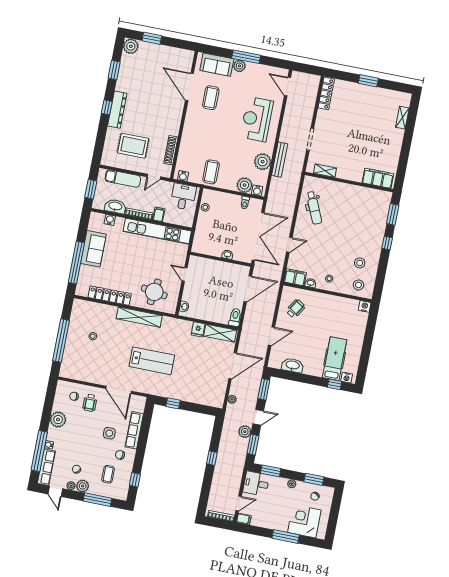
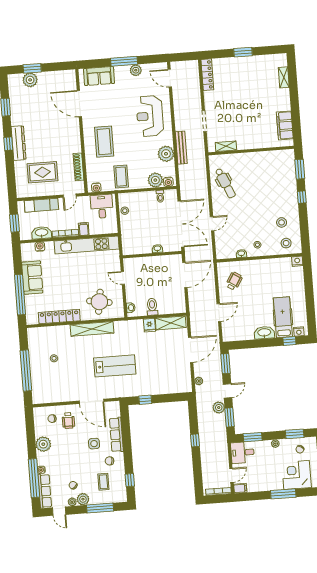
plant: (131, 46) -> (30, 80), moved
plant: (239, 66) -> (136, 70), moved
coffee table: (211, 98) -> (104, 142), moved, width x1.36, depth x1.32
filing cabinet: (378, 178) -> (285, 125), moved, turned -90
filing cabinet: (295, 277) -> (226, 252), removed
toilet: (235, 317) -> (152, 307), moved
washbasin: (293, 365) -> (264, 333), moved

